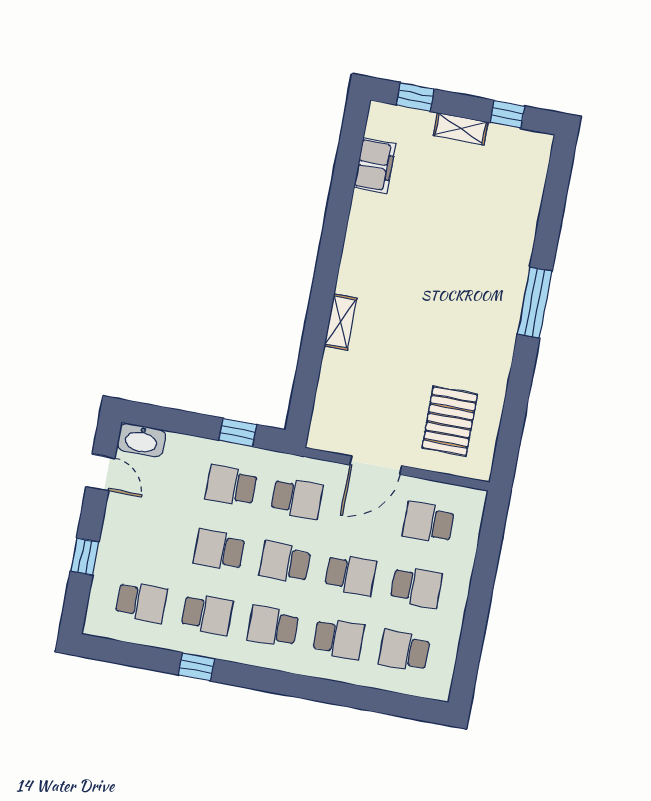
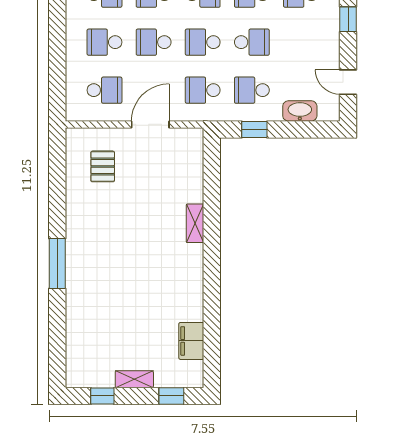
pallet: (450, 421) -> (103, 166), width x0.67, depth x0.71
washbasin: (141, 440) -> (300, 111), moved
school desk: (231, 486) -> (252, 90), turned 180
school desk: (285, 562) -> (203, 42), turned 180

